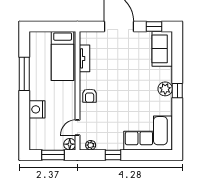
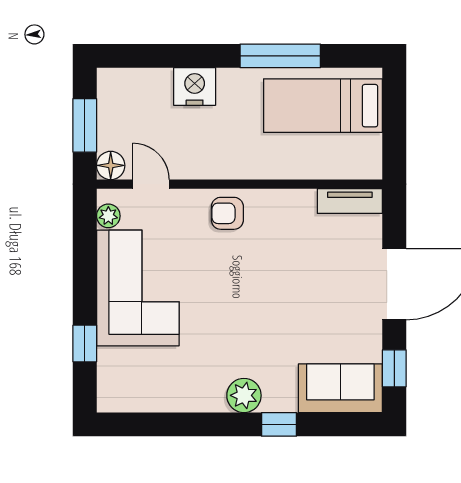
bed: (63, 56) -> (323, 106), moved
tv unit: (84, 58) -> (350, 201), moved
window: (177, 91) -> (279, 424), moved
corner sofa: (148, 133) -> (138, 288), moved
window: (113, 155) -> (85, 343), moved

